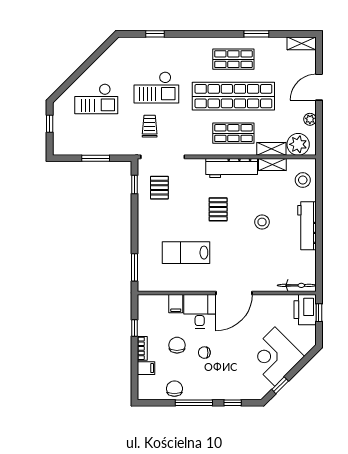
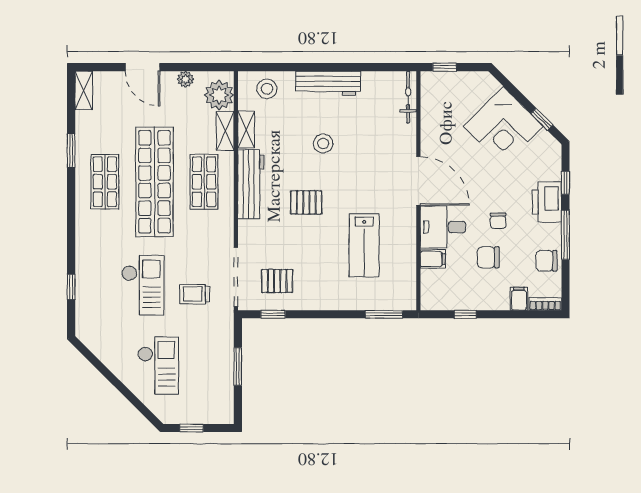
printer: (305, 310) -> (547, 202), moved, turned 90
bookcase: (142, 348) -> (545, 304), moved

